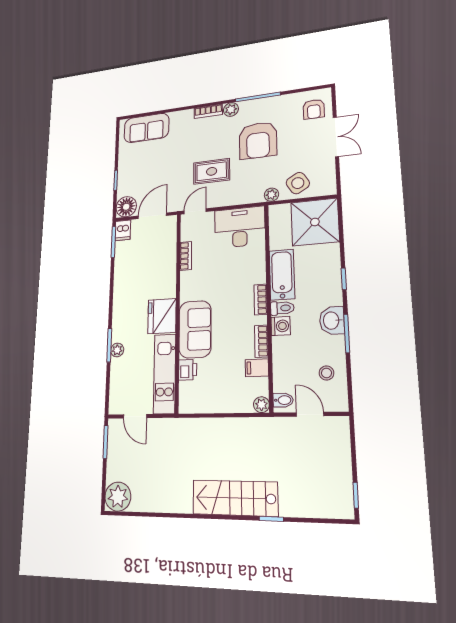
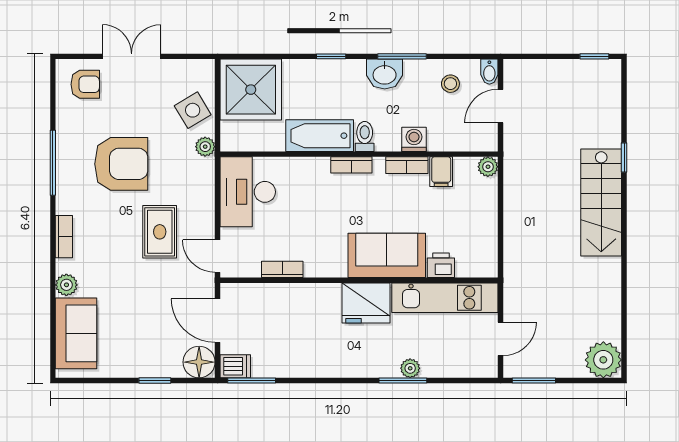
plant: (231, 109) -> (66, 285), moved
washing machine: (281, 326) -> (414, 139), moved
bidet: (283, 400) -> (489, 72), moved, turned 180

